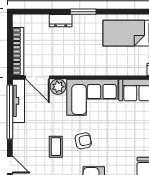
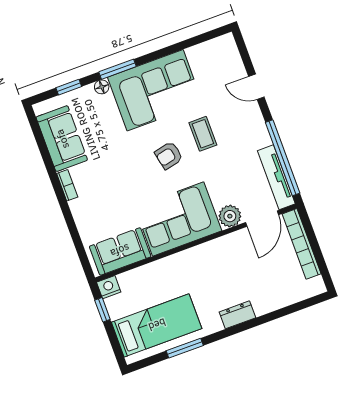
window: (83, 12) -> (185, 348), moved
dresser: (61, 21) -> (237, 315), moved
door: (38, 77) -> (262, 219), swing flipped

